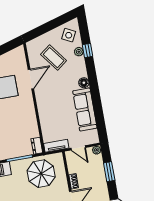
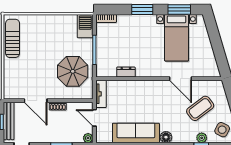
dresser: (37, 146) -> (126, 72), moved
door: (78, 148) -> (94, 118), hinge flipped

